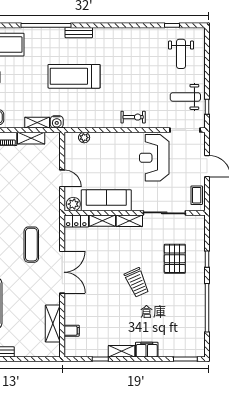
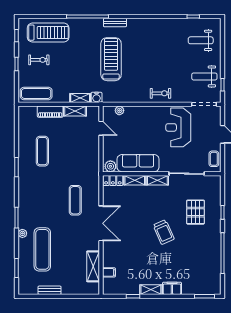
weight bench: (181, 54) -> (201, 40), turned 90
treadmill: (74, 76) -> (111, 59), turned 90
door: (62, 178) -> (101, 128), moved

